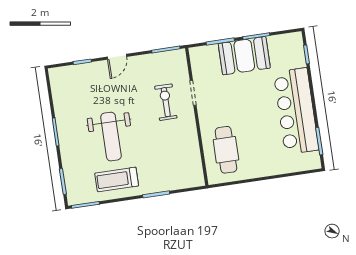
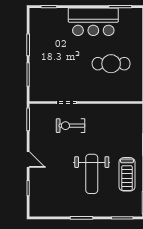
booth: (244, 56) -> (43, 57), removed
bar counter: (296, 111) -> (93, 22), width x0.73
weight bench: (111, 137) -> (92, 174), turned 90
cafe table: (226, 150) -> (111, 64), moved

